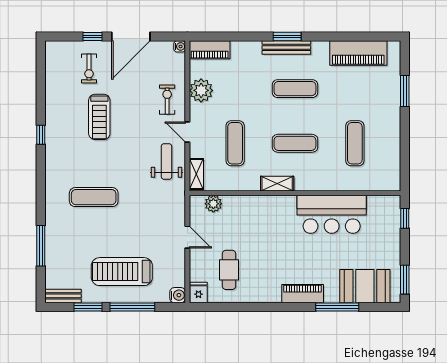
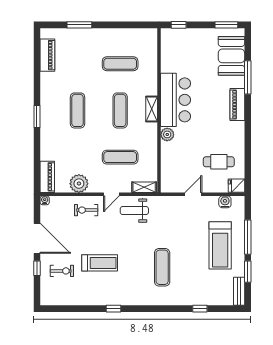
bench: (286, 47) -> (45, 117), removed
piano: (358, 53) -> (47, 55), width x0.73, depth x0.75
shelving: (277, 184) -> (152, 109), moved
plant: (213, 204) -> (167, 134), moved
bar counter: (332, 214) -> (175, 100), moved
window: (41, 246) -> (200, 309), width x0.46
water cooler: (178, 295) -> (225, 202), moved

